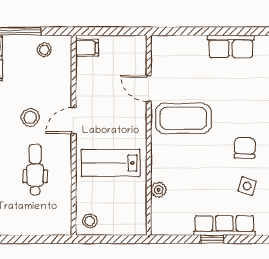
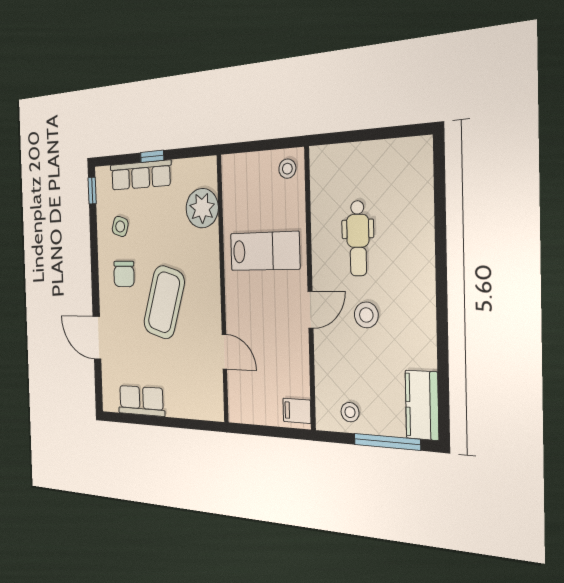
coffee table: (183, 118) -> (164, 302), moved, turned -73
plant: (159, 190) -> (202, 208), width x1.88, depth x1.88

